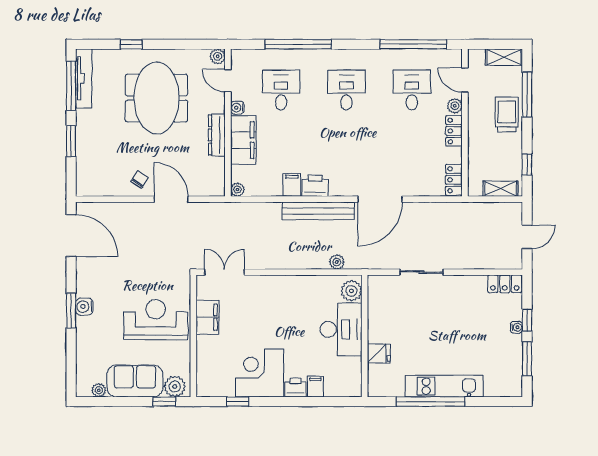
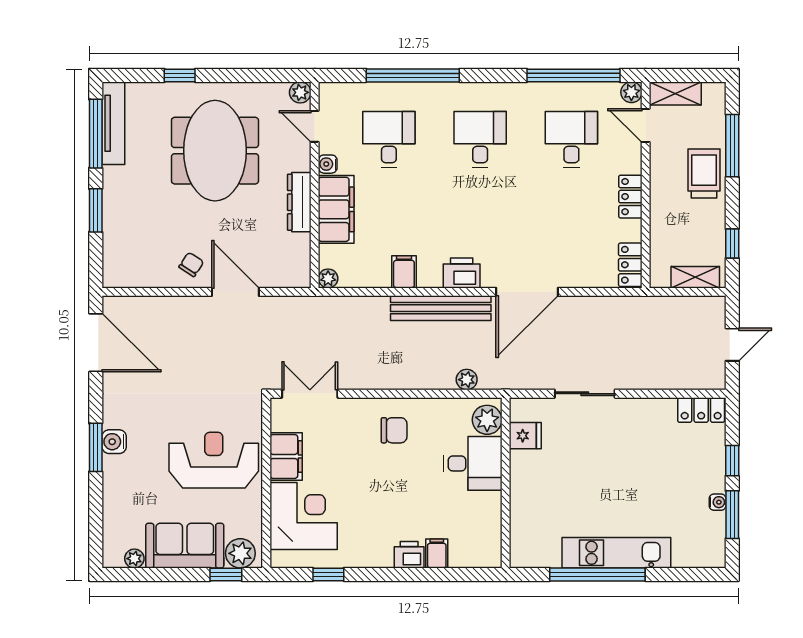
shelving: (504, 57) -> (675, 93), moved
plant: (455, 106) -> (631, 92), moved
printer: (315, 186) -> (462, 273), moved
chair: (285, 298) -> (394, 430), added
water cooler: (516, 327) -> (718, 502), moved
desk: (341, 329) -> (473, 463), width x0.73
fridge: (379, 353) -> (525, 436), moved
corner desk: (260, 373) -> (304, 516), moved, turned 90

